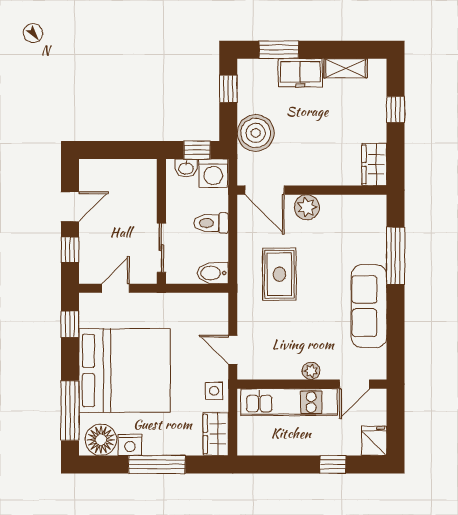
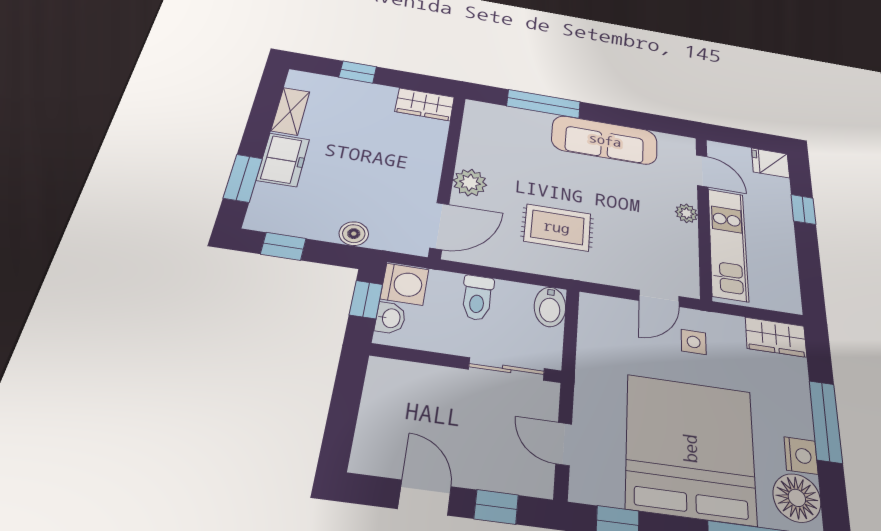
boiler: (256, 133) -> (354, 234), width x0.54, depth x0.54
side table: (214, 391) -> (694, 342), moved

